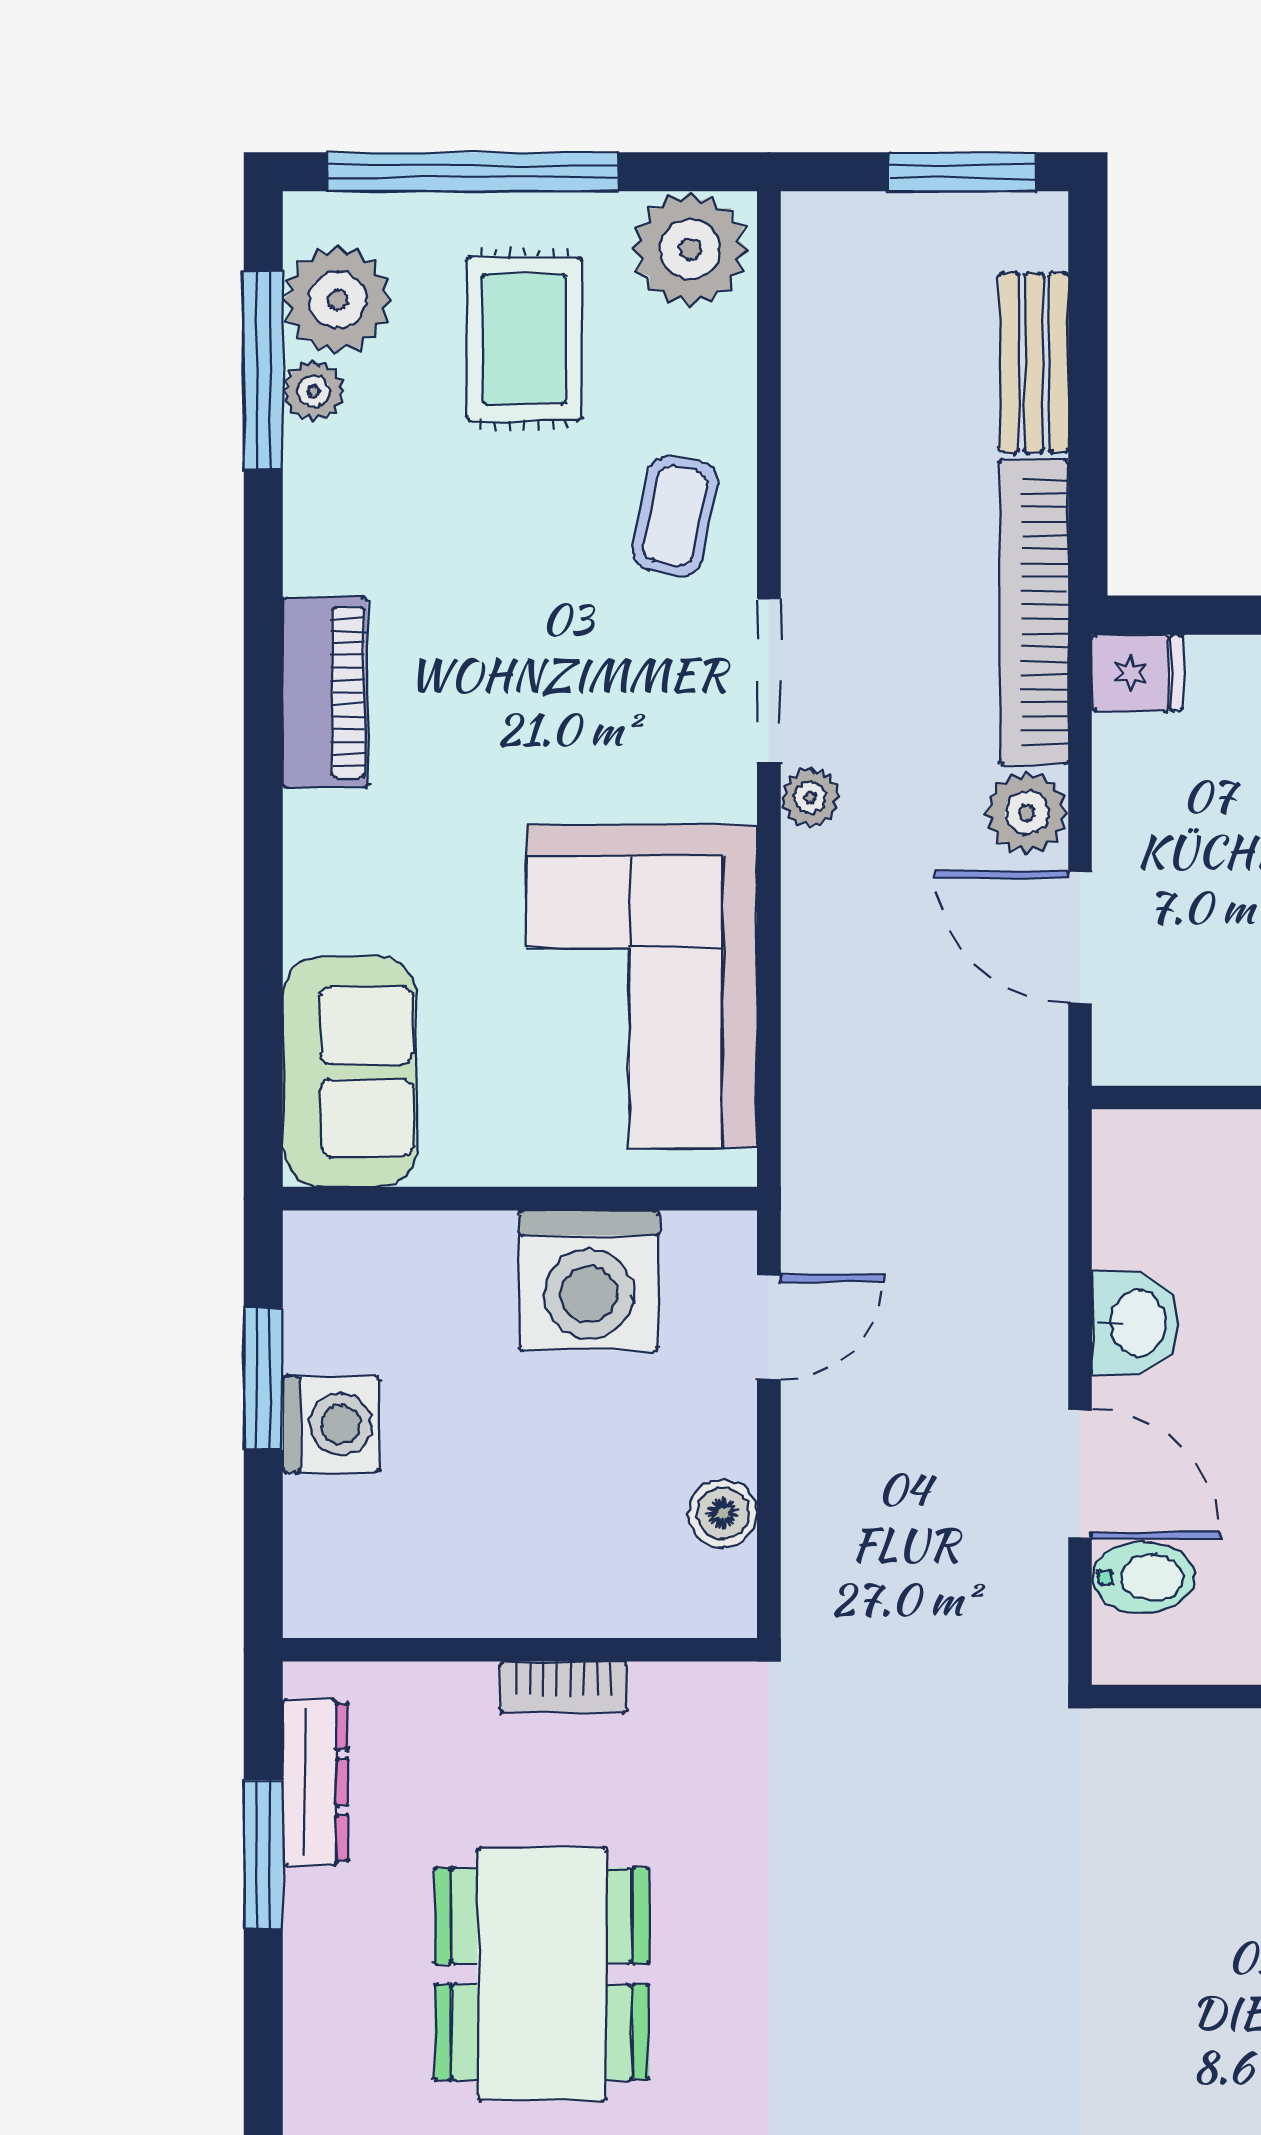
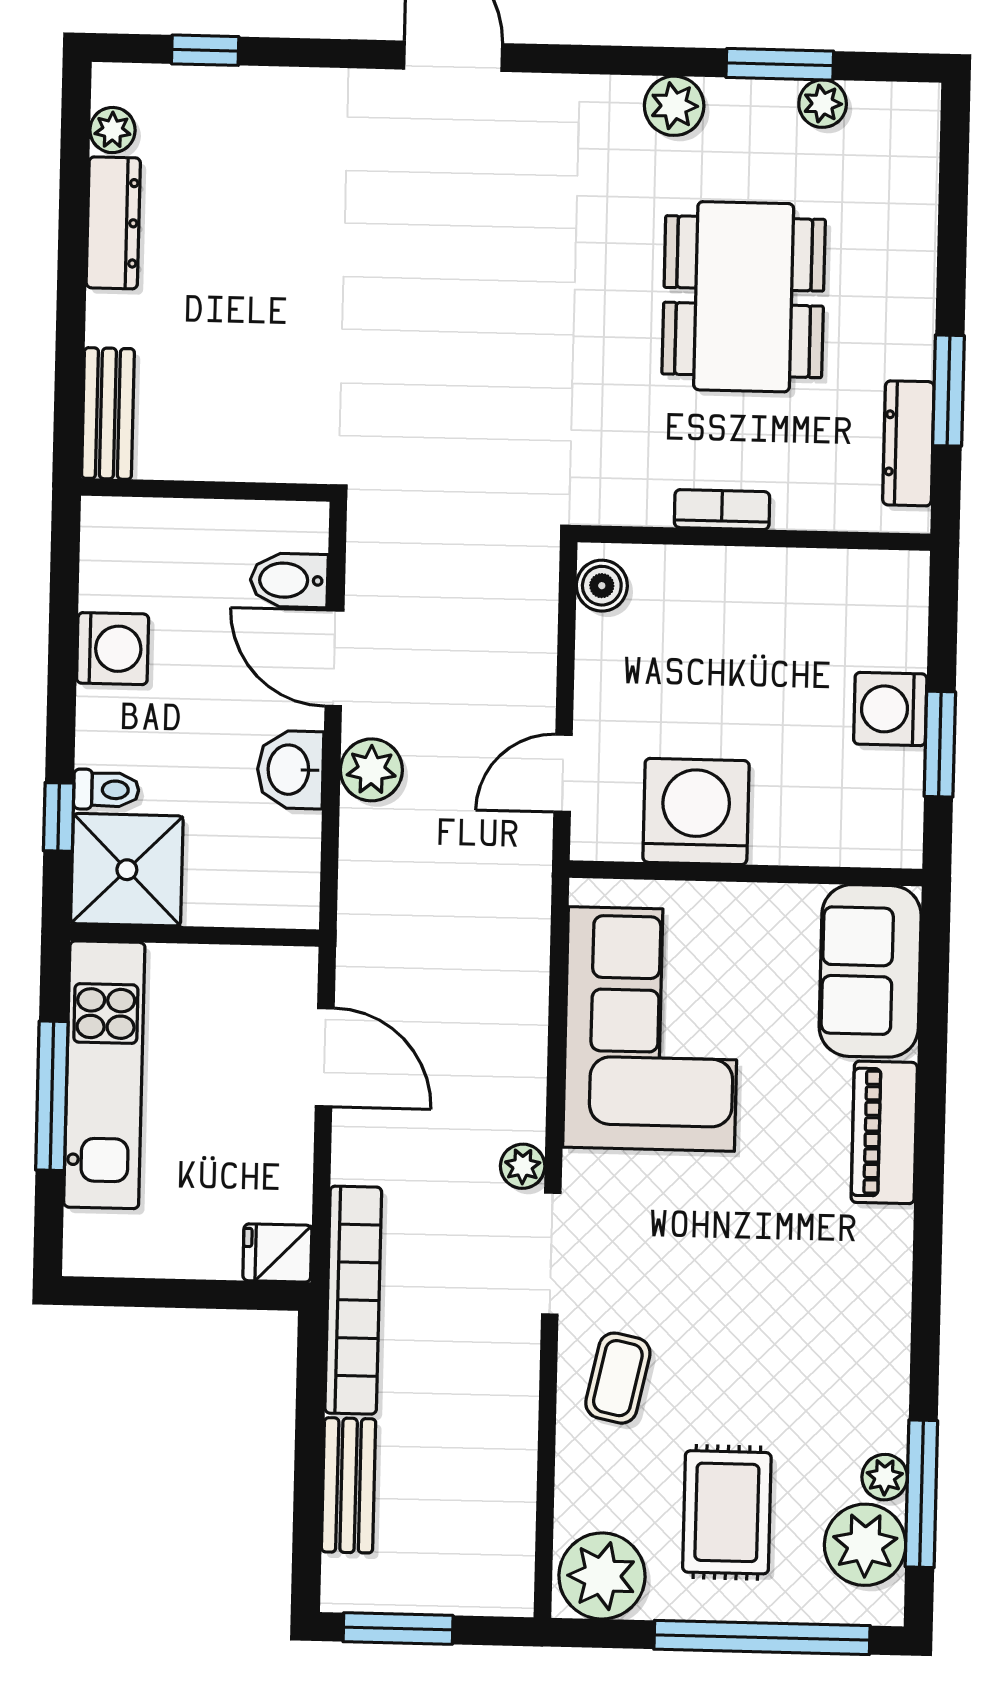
piano: (325, 692) -> (884, 1132), moved
plant: (1027, 813) -> (371, 770), moved
boiler: (723, 1513) -> (602, 586), moved

